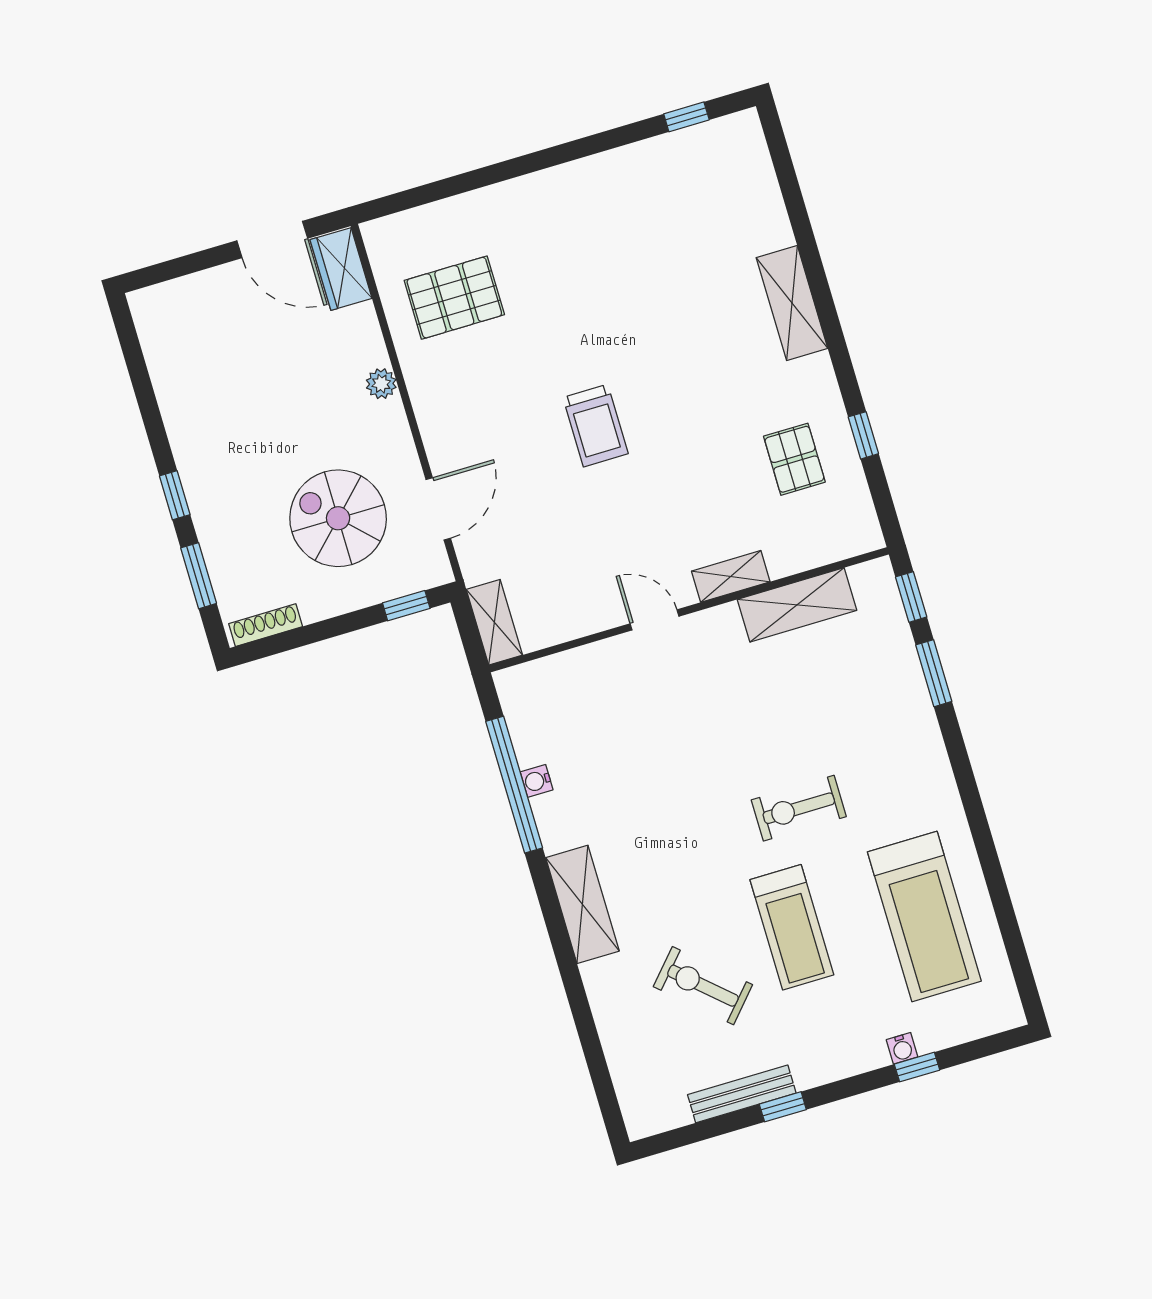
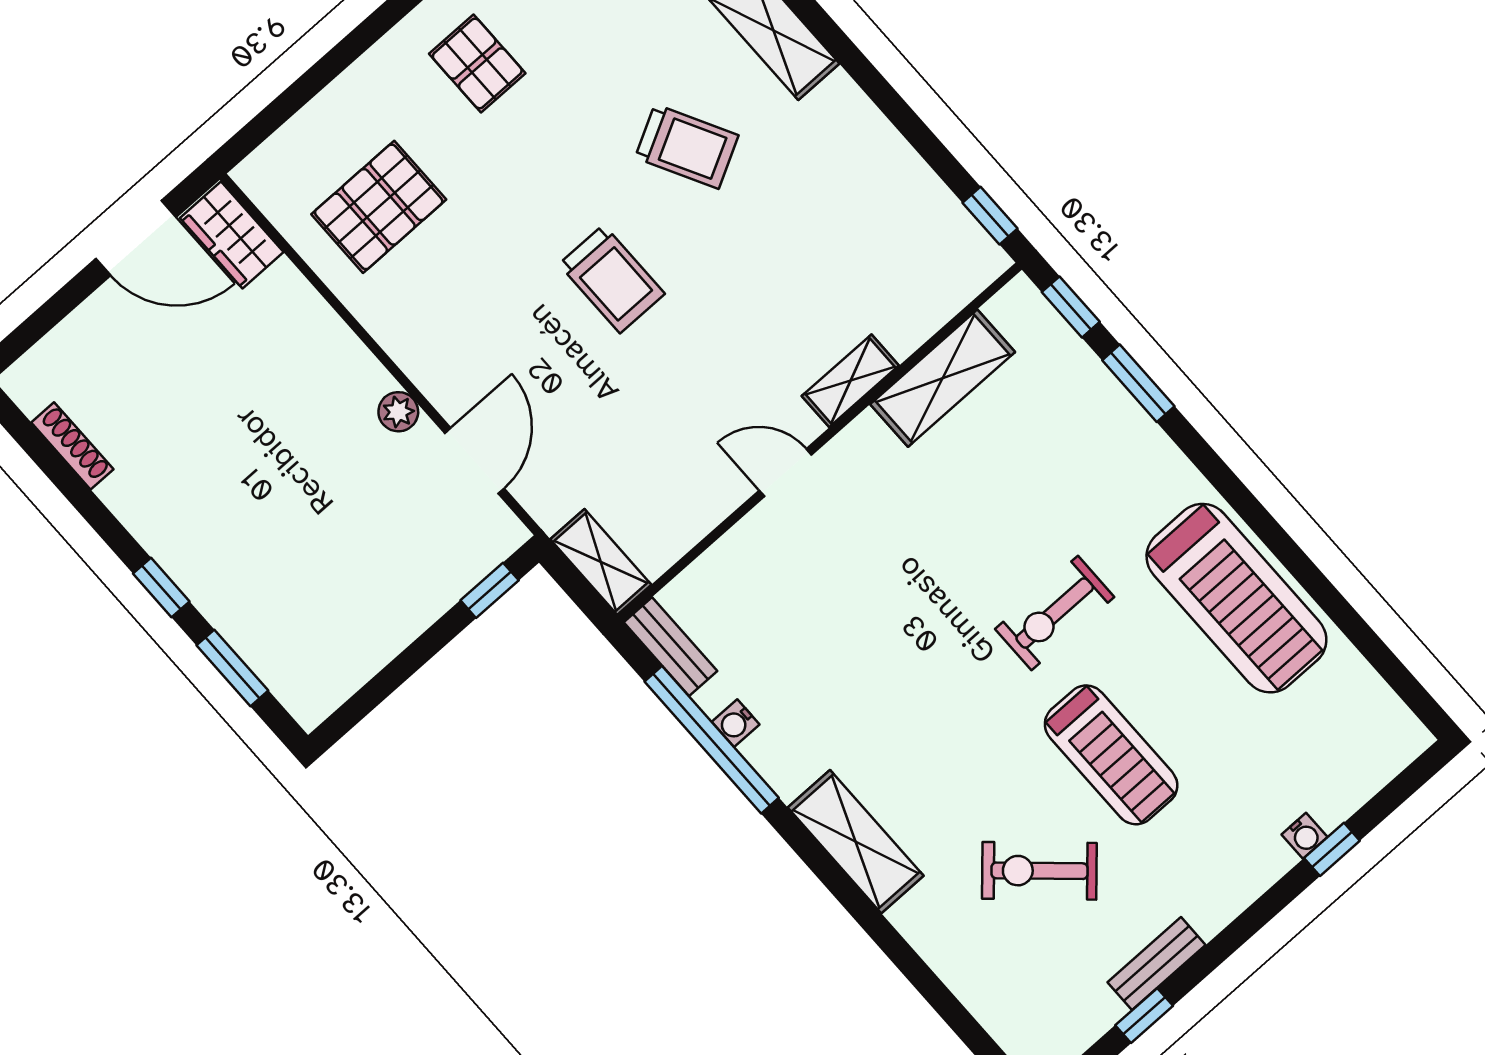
trolley: (692, 357) -> (687, 146), added
plant: (381, 384) -> (398, 412), moved
window: (863, 435) -> (990, 216), moved
pallet: (794, 459) -> (477, 64), moved
spiral stairs: (338, 518) -> (363, 526), removed
shoe rack: (266, 625) -> (72, 446), moved, turned 90
bench: (516, 705) -> (671, 647), added
treadmill: (924, 917) -> (1236, 598), moved
bench: (742, 1094) -> (1157, 964), width x0.73
window: (783, 1107) -> (1144, 1016), moved

